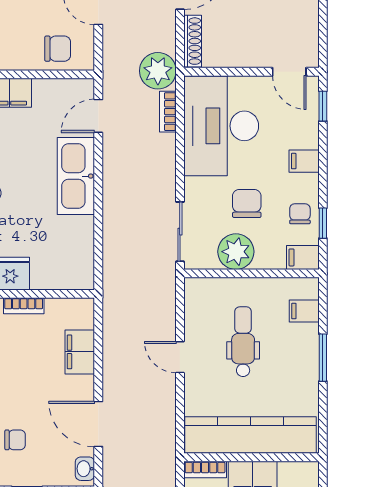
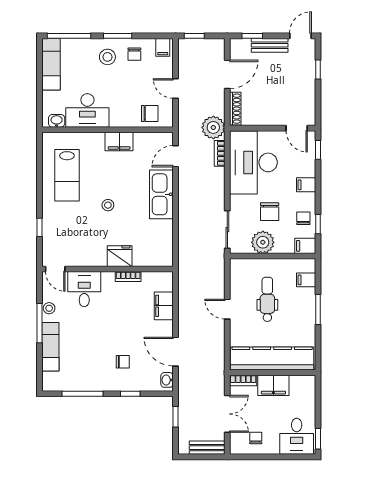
chair: (247, 203) -> (270, 212), turned 180

